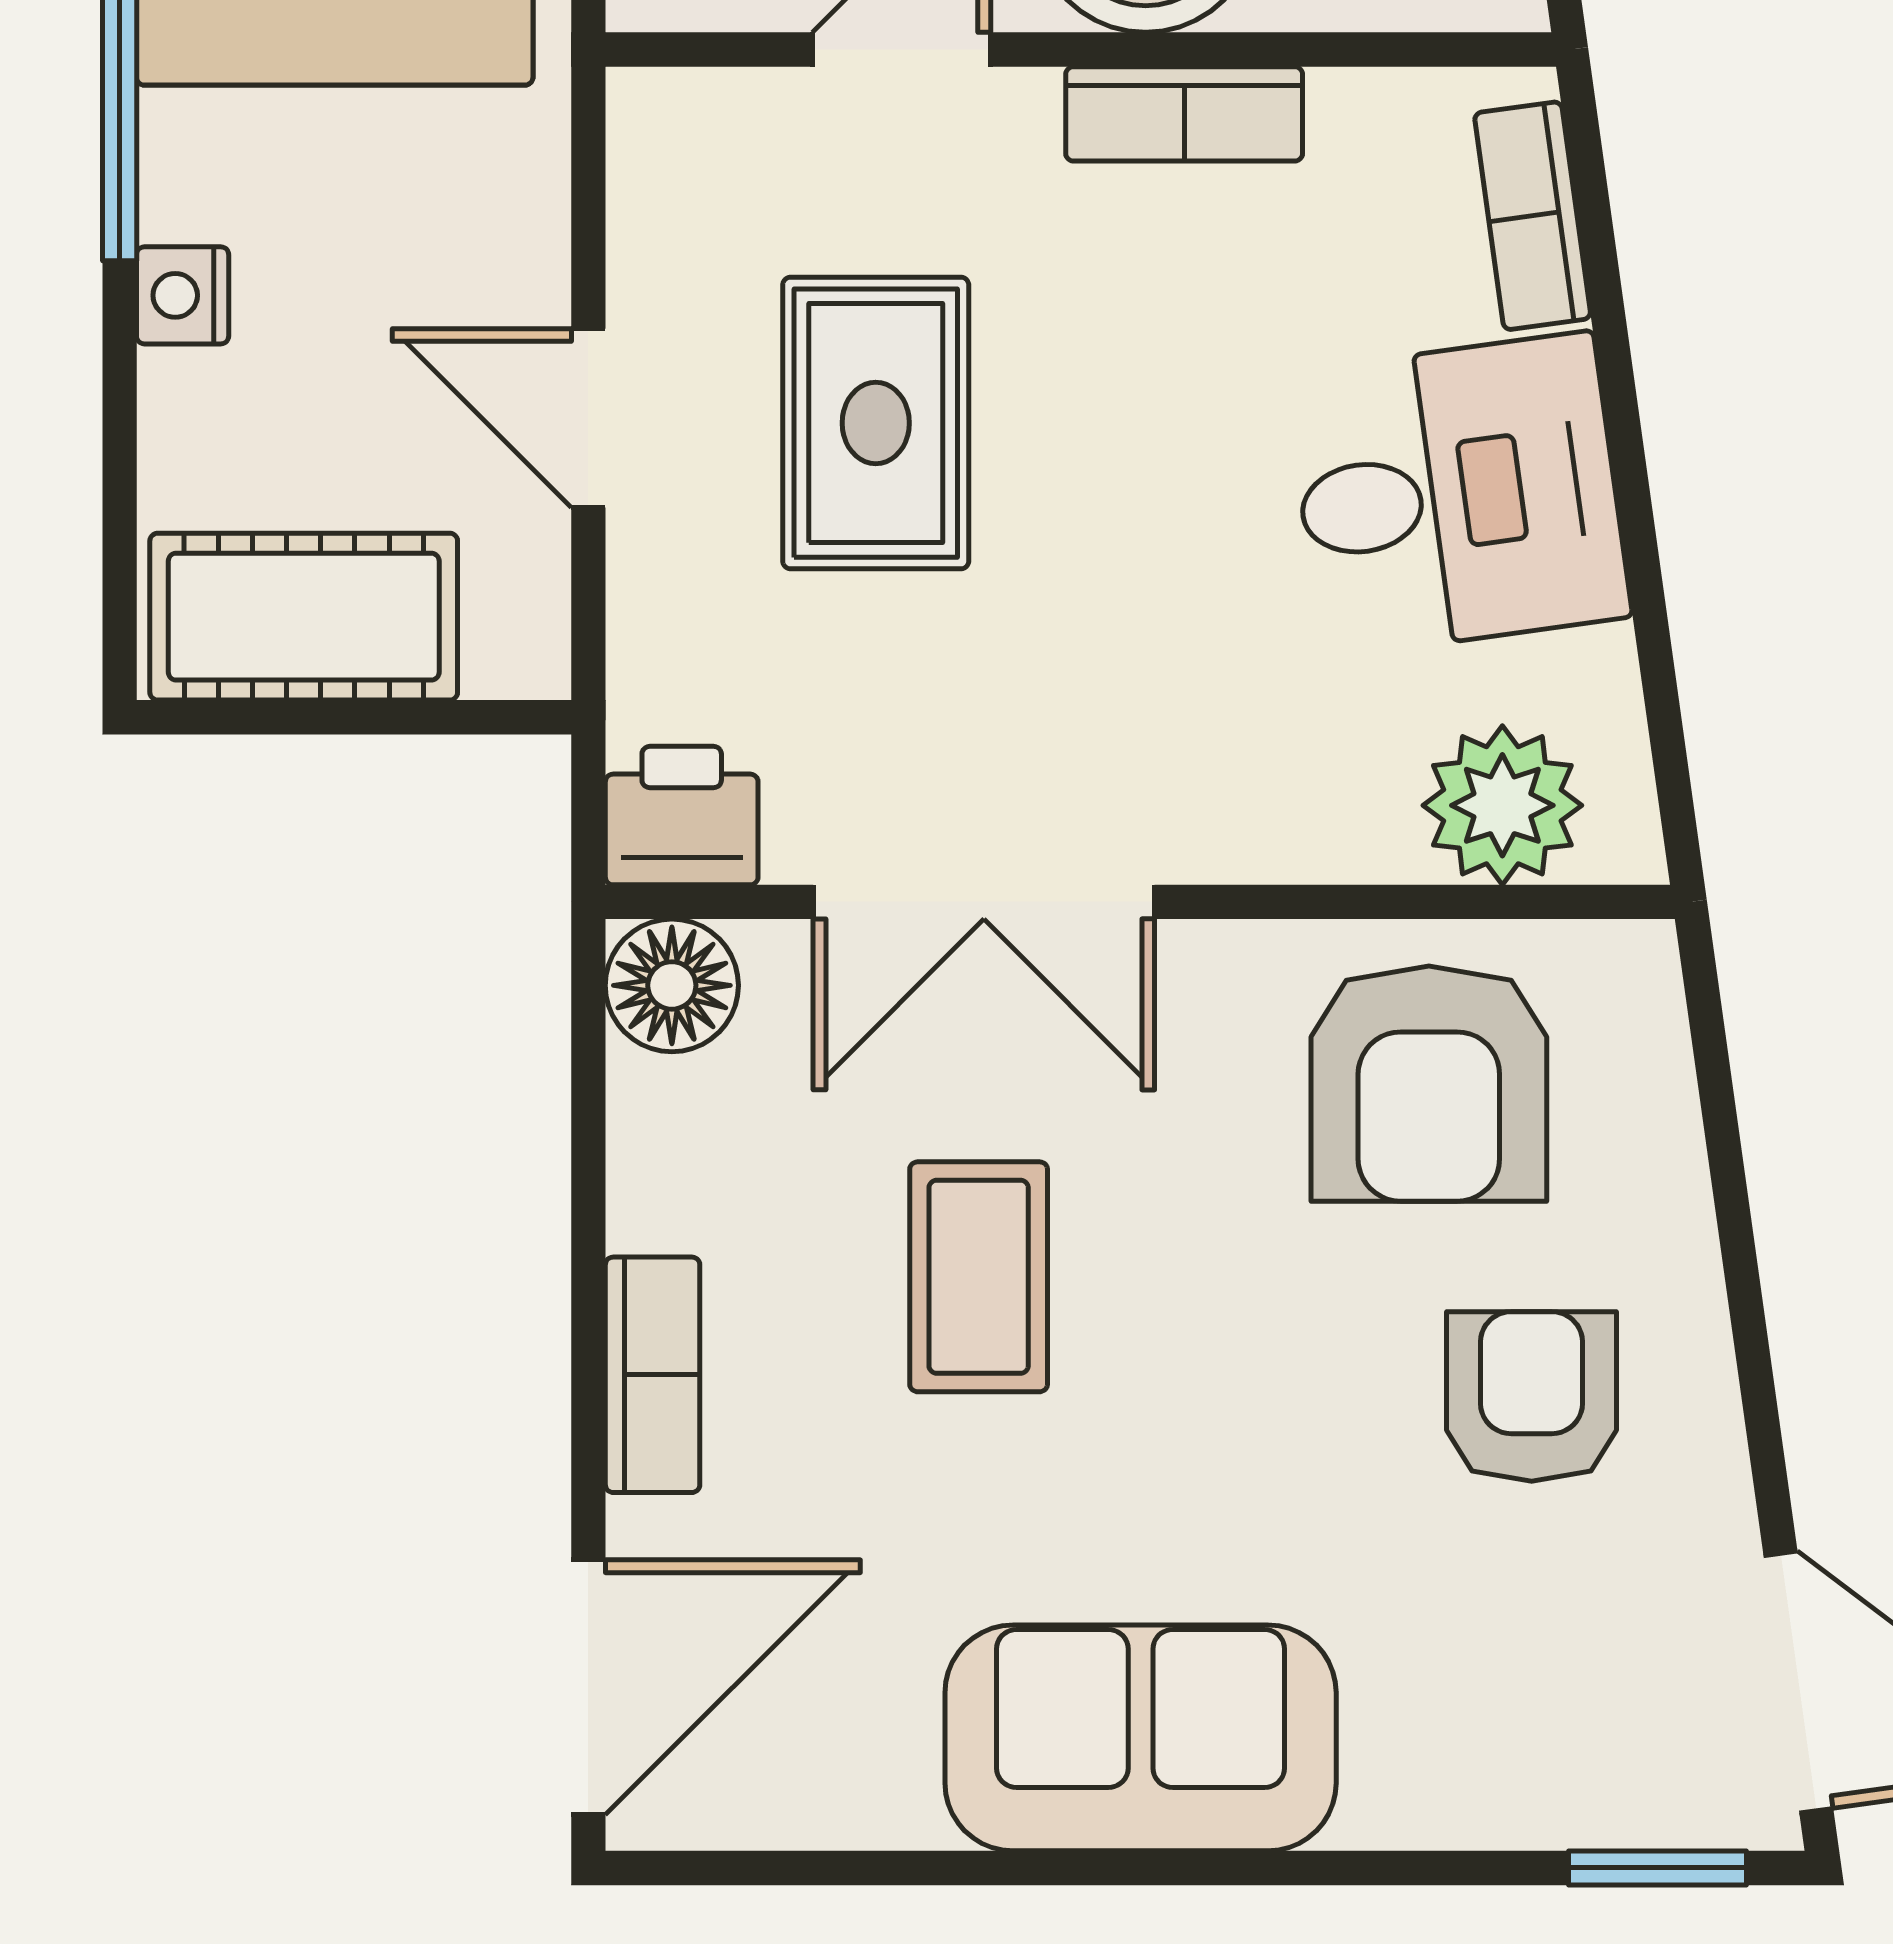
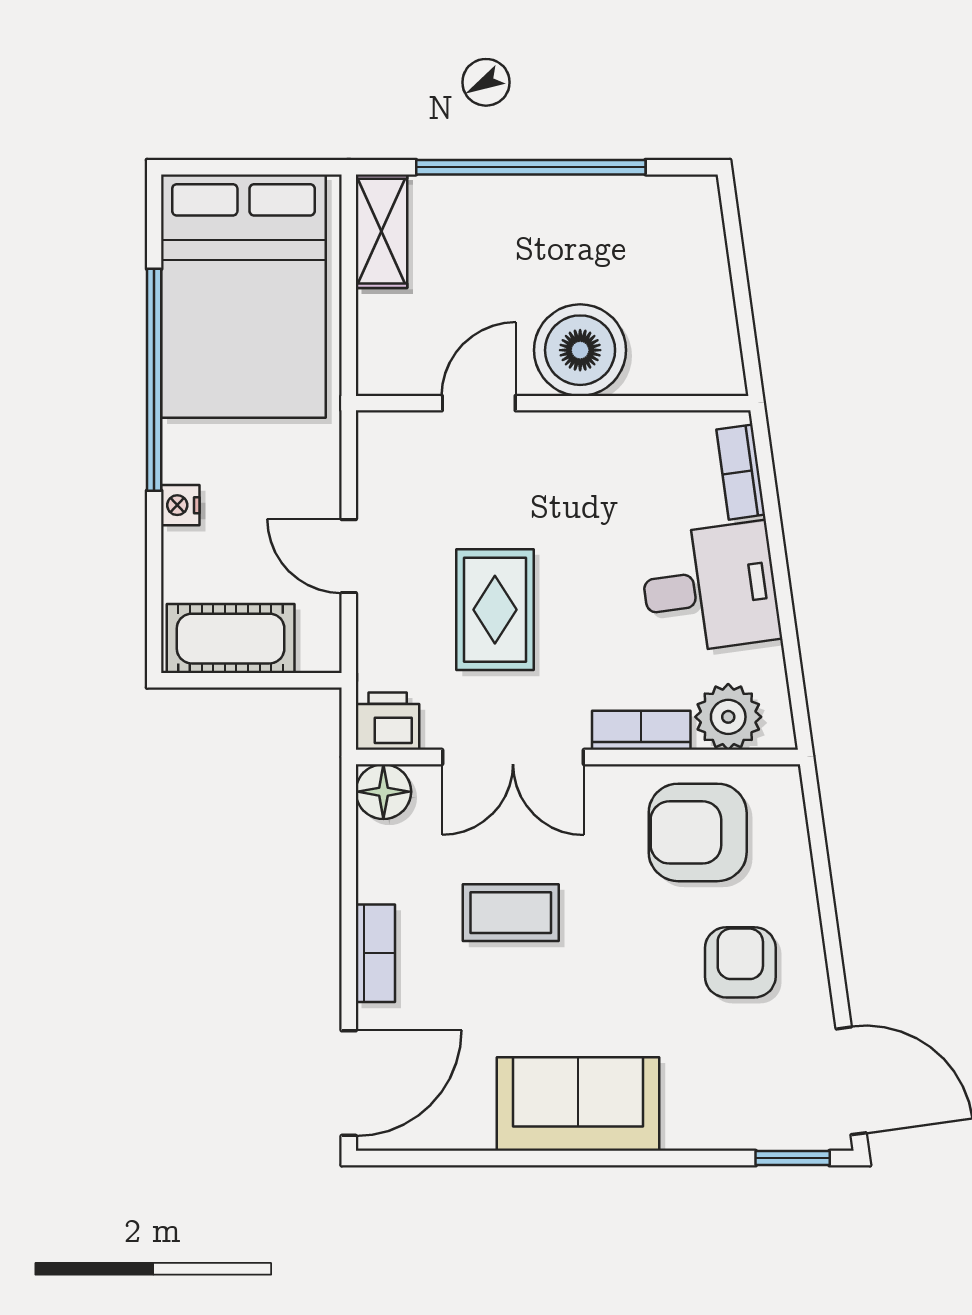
bookcase: (1184, 114) -> (641, 730), moved, turned 180
rug: (876, 423) -> (495, 610), moved
armchair: (1429, 1084) -> (698, 832), turned 90
coffee table: (979, 1277) -> (511, 913), turned 90

